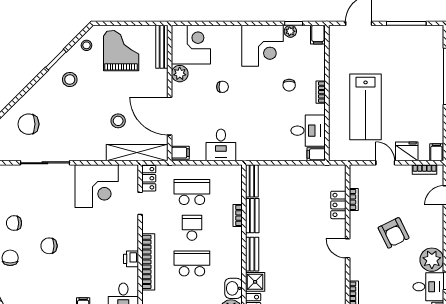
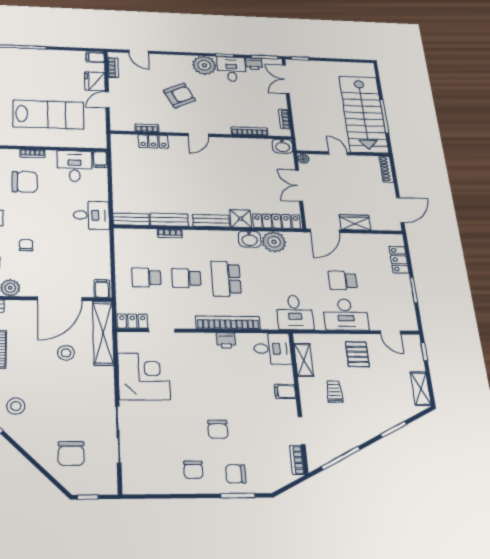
chair: (289, 85) -> (25, 182), width x1.87, depth x1.87
desk: (221, 145) -> (91, 215), moved
school desk: (192, 192) -> (146, 277), width x0.54

